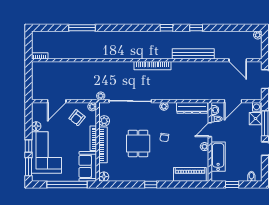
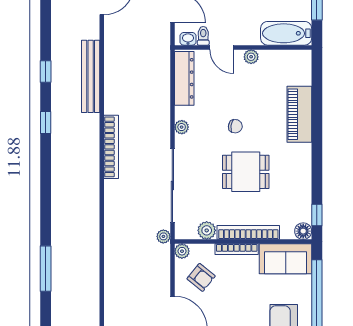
bathtub: (218, 157) -> (286, 33), moved
piano: (190, 174) -> (299, 114), moved
window: (151, 185) -> (317, 215), moved

